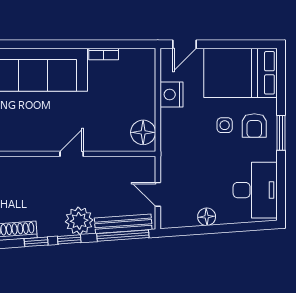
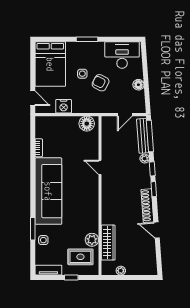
armchair: (254, 126) -> (101, 83), moved, turned -153
plant: (79, 221) -> (145, 159), width x0.53, depth x0.53

